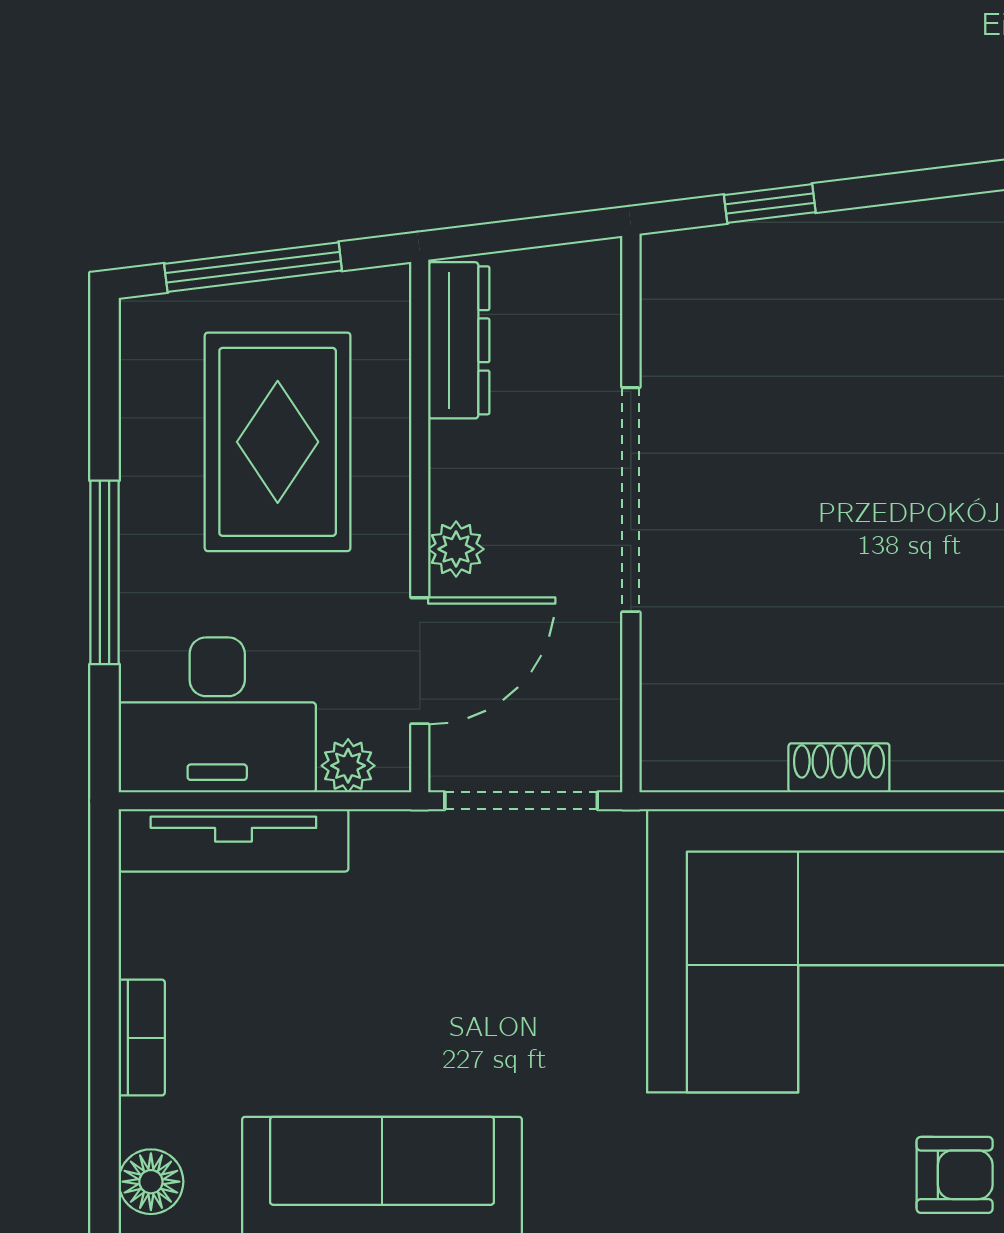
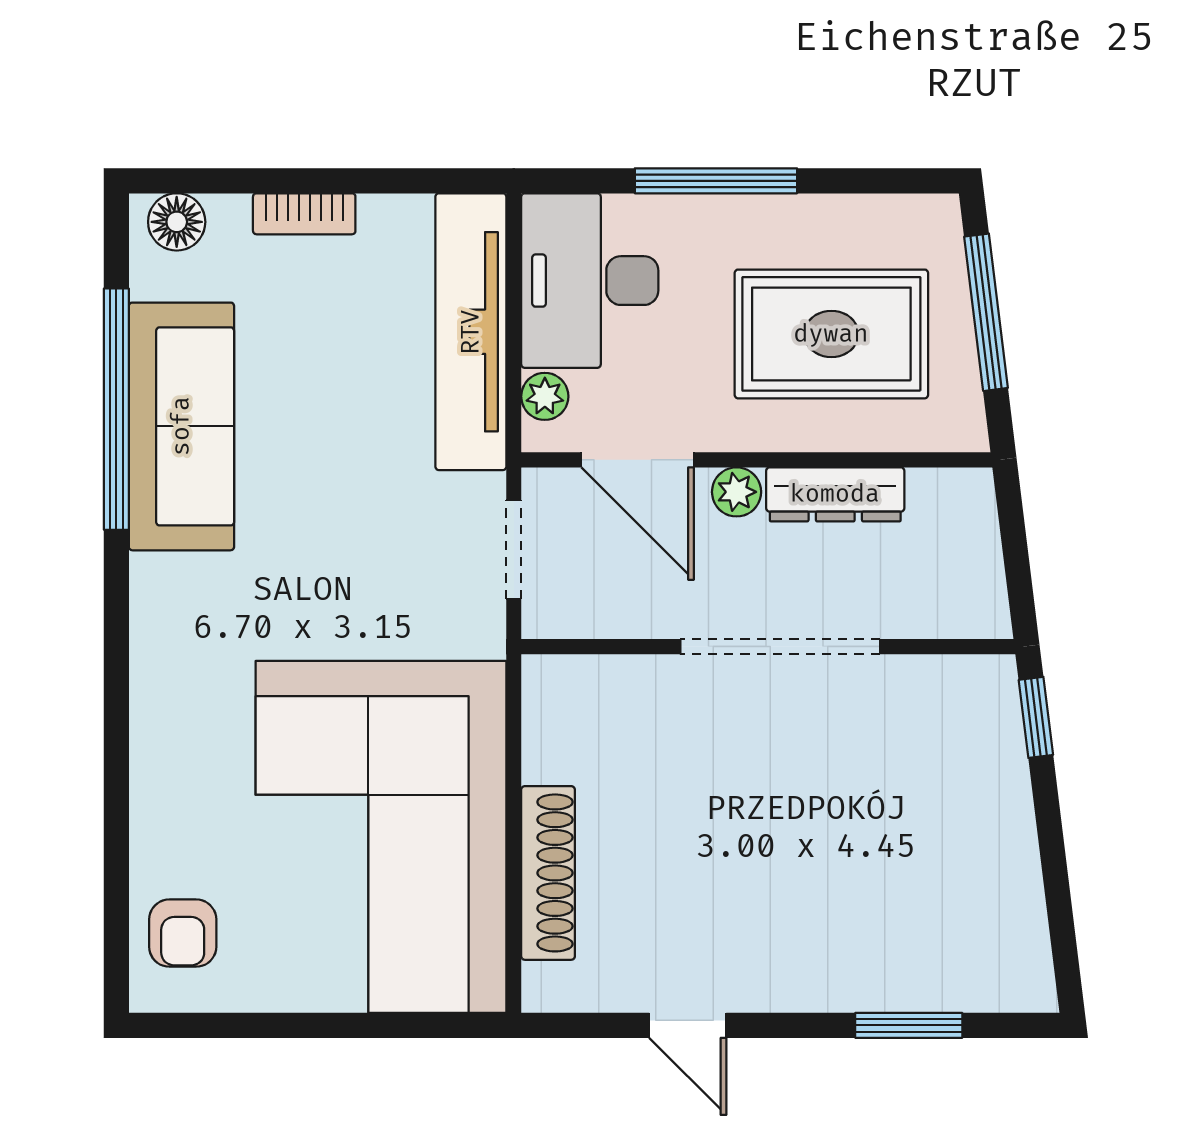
window: (770, 204) -> (1036, 717), moved
dresser: (459, 340) -> (835, 494), moved
shoe rack: (839, 768) -> (548, 873), width x1.94, depth x1.24
doorway: (521, 801) -> (514, 550), width x0.73
tv unit: (233, 840) -> (471, 332), width x1.36, depth x1.29

